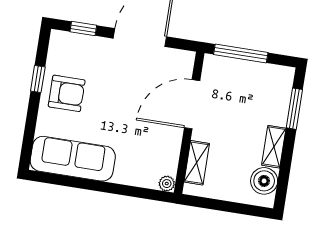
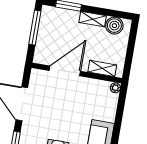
window: (241, 53) -> (35, 28), moved
door: (192, 104) -> (65, 71), swing flipped

